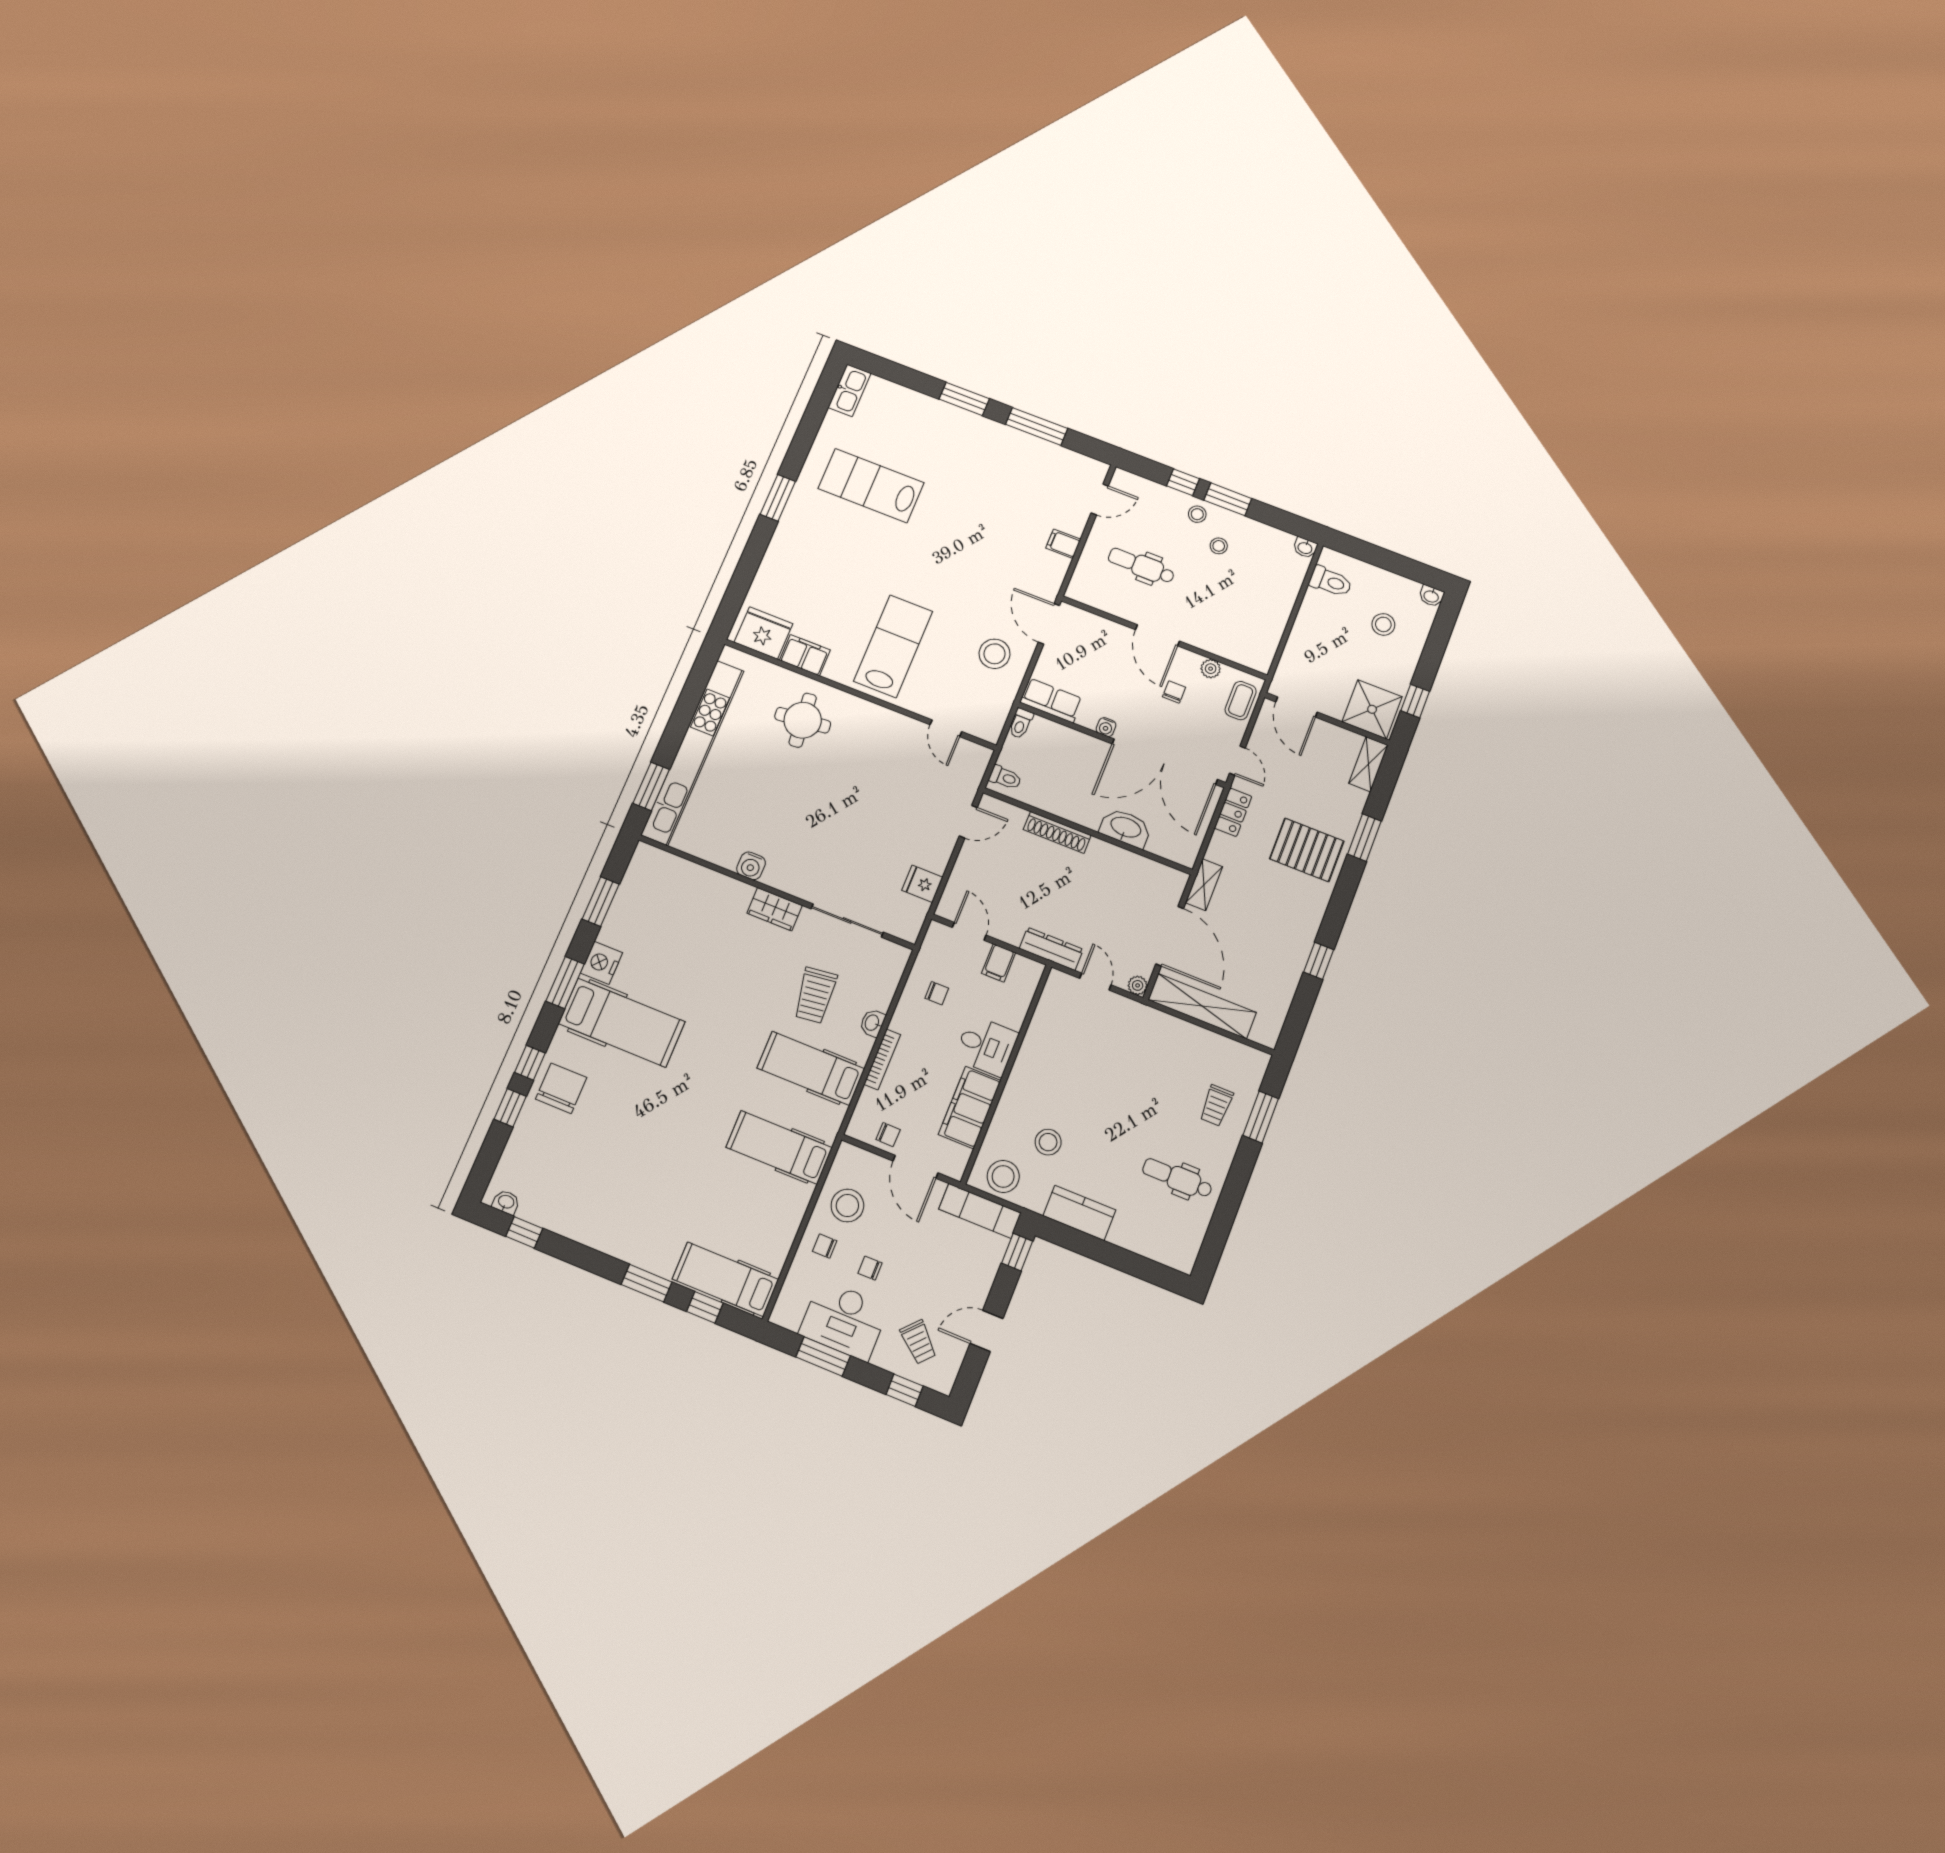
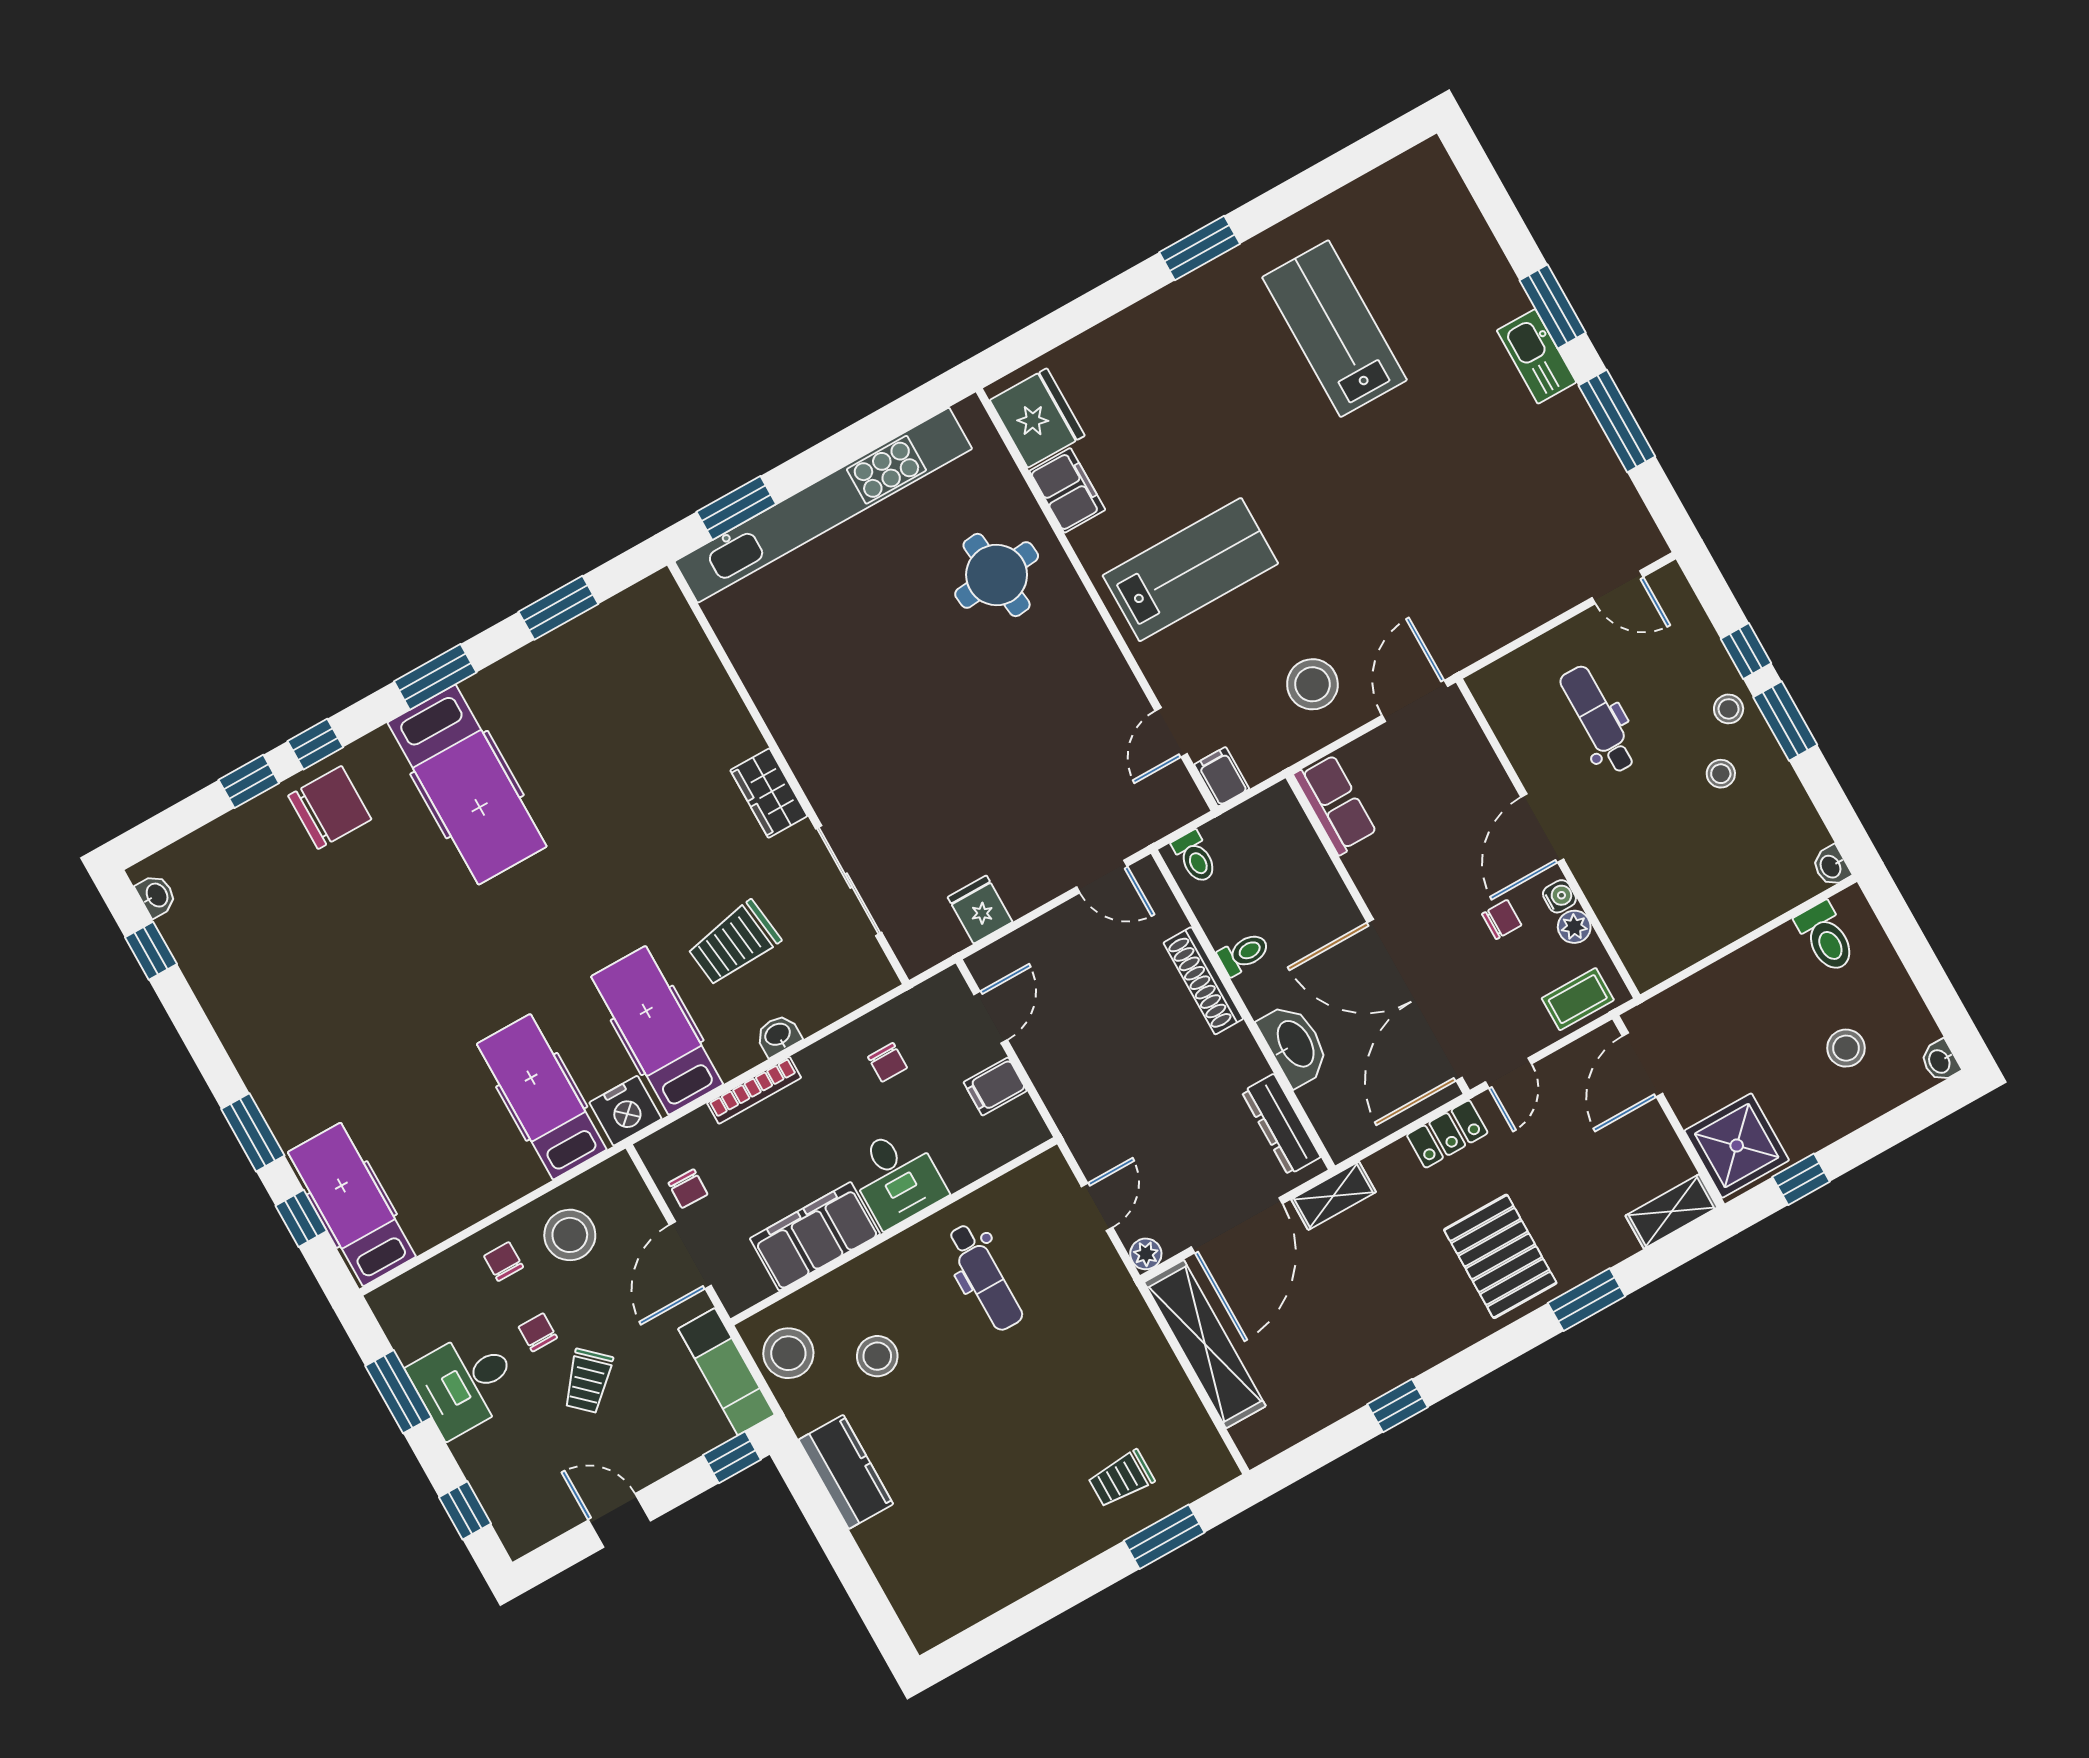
kitchen sink: (850, 390) -> (1537, 356), moved, turned 90
filing cabinet: (1063, 544) -> (1222, 777), moved
toilet: (1021, 723) -> (1244, 954), moved, turned 180
water cooler: (1106, 727) -> (1559, 896), moved, turned 180
water cooler: (751, 866) -> (783, 713), removed
dresser: (1051, 949) -> (1281, 1124), moved, turned 180
nightstand: (601, 963) -> (625, 1111), moved, turned 180
dental chair: (1177, 1178) -> (985, 1277), moved, turned 180
desk: (844, 1320) -> (465, 1383), width x0.73
trolley: (918, 1342) -> (588, 1381), moved

